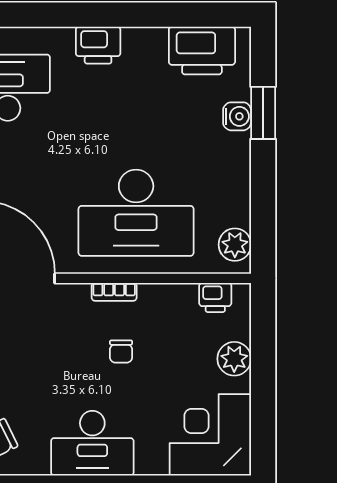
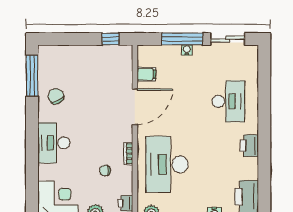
chair: (121, 351) -> (105, 171), moved

